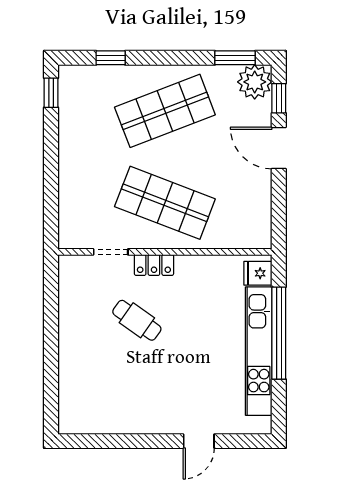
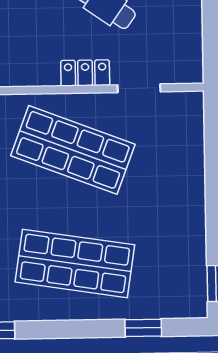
shop shelf: (165, 111) -> (75, 263), turned 30

